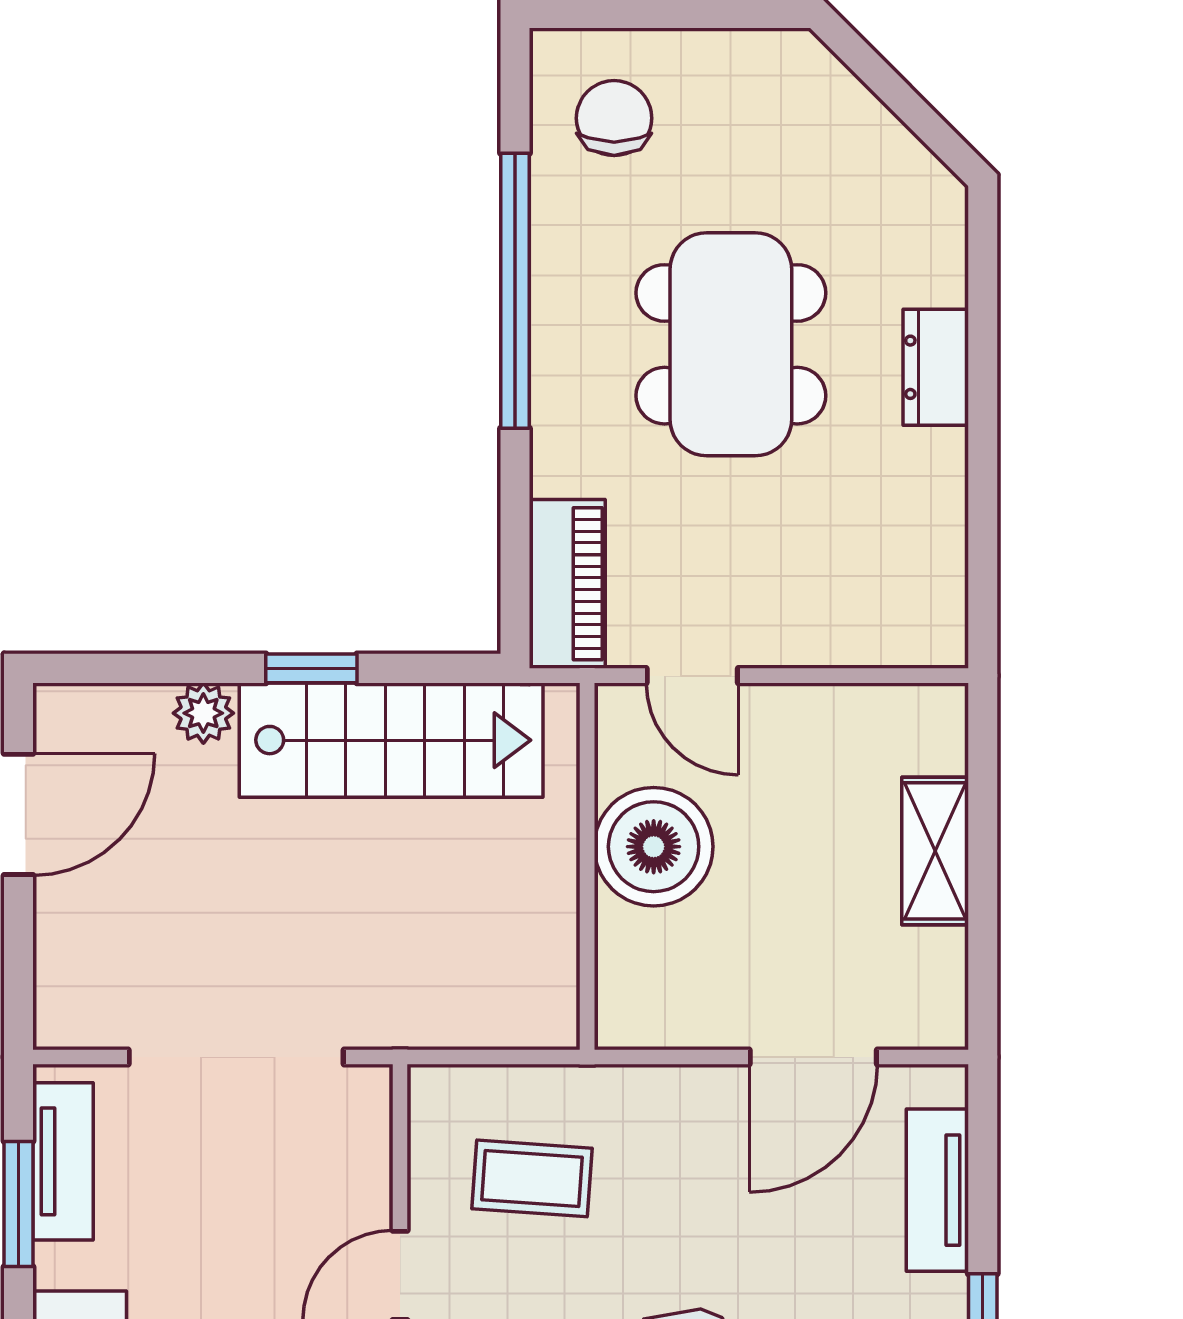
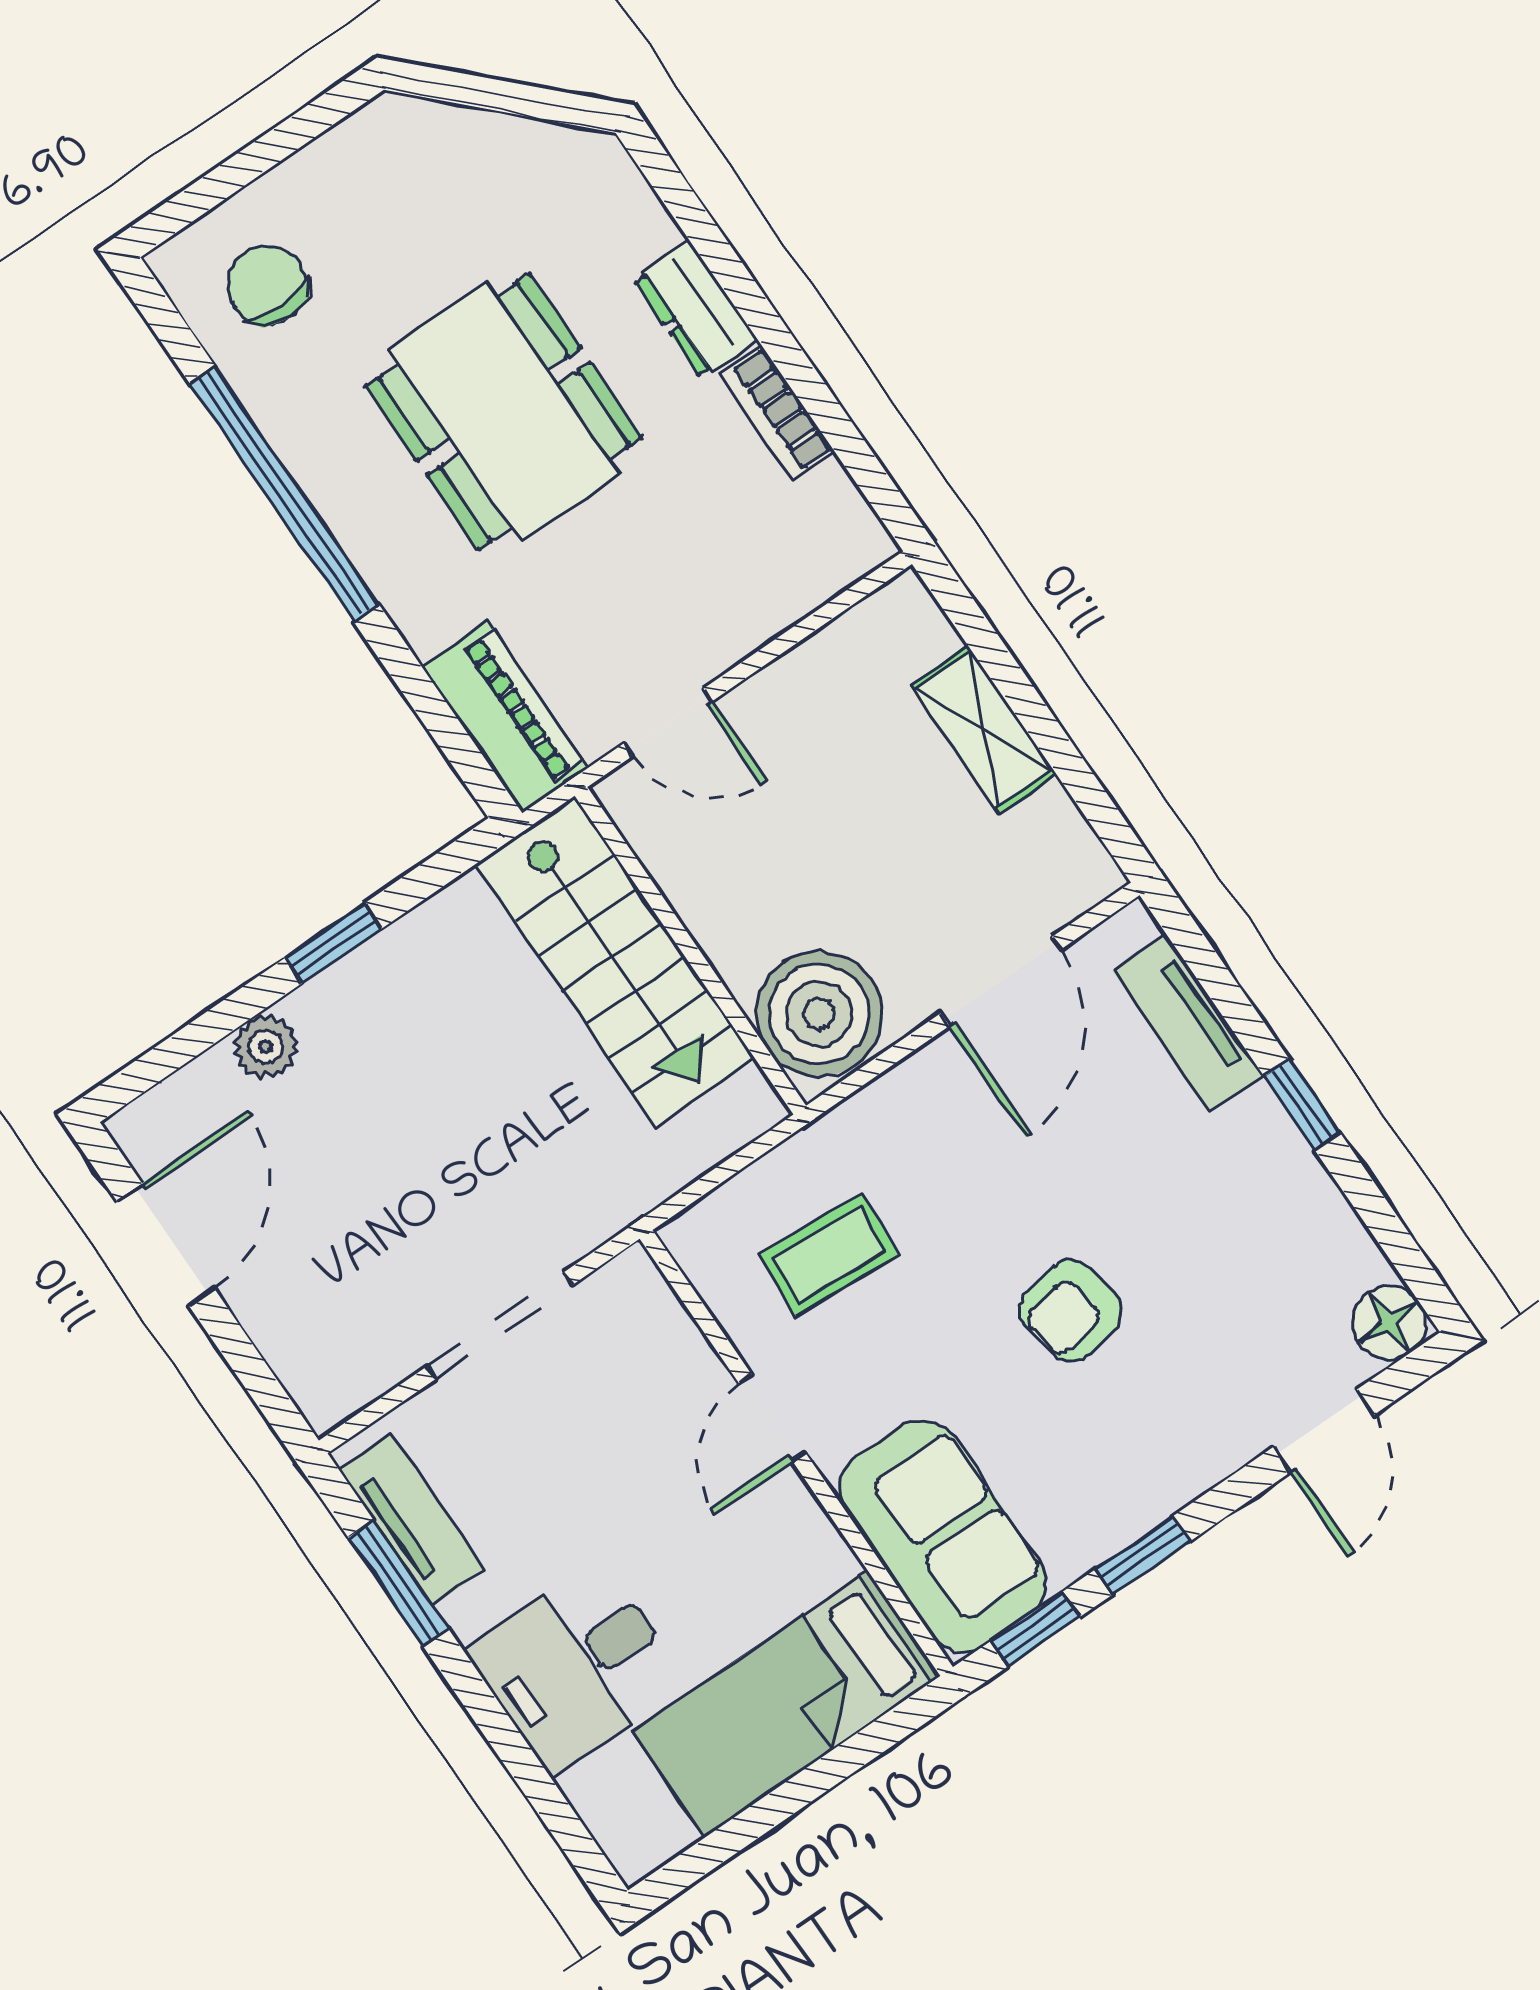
bookcase: (944, 492) -> (777, 413), added
stairs: (391, 740) -> (615, 962), moved, turned 90
boiler: (654, 847) -> (819, 1014), moved
doorway: (236, 1057) -> (499, 1326), width x0.73

